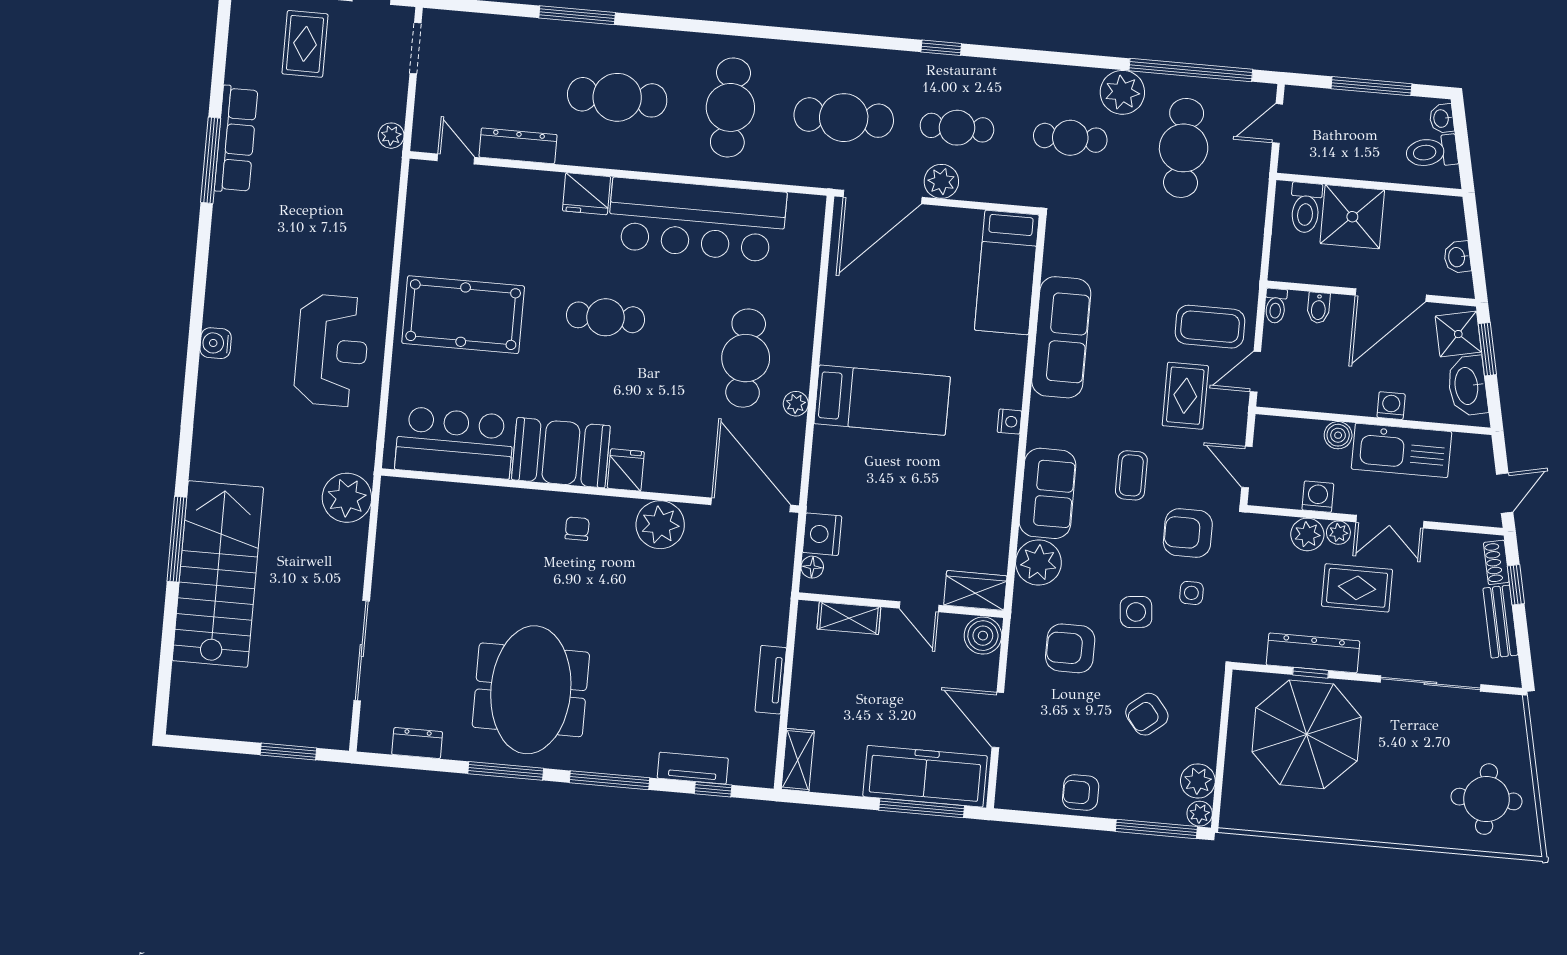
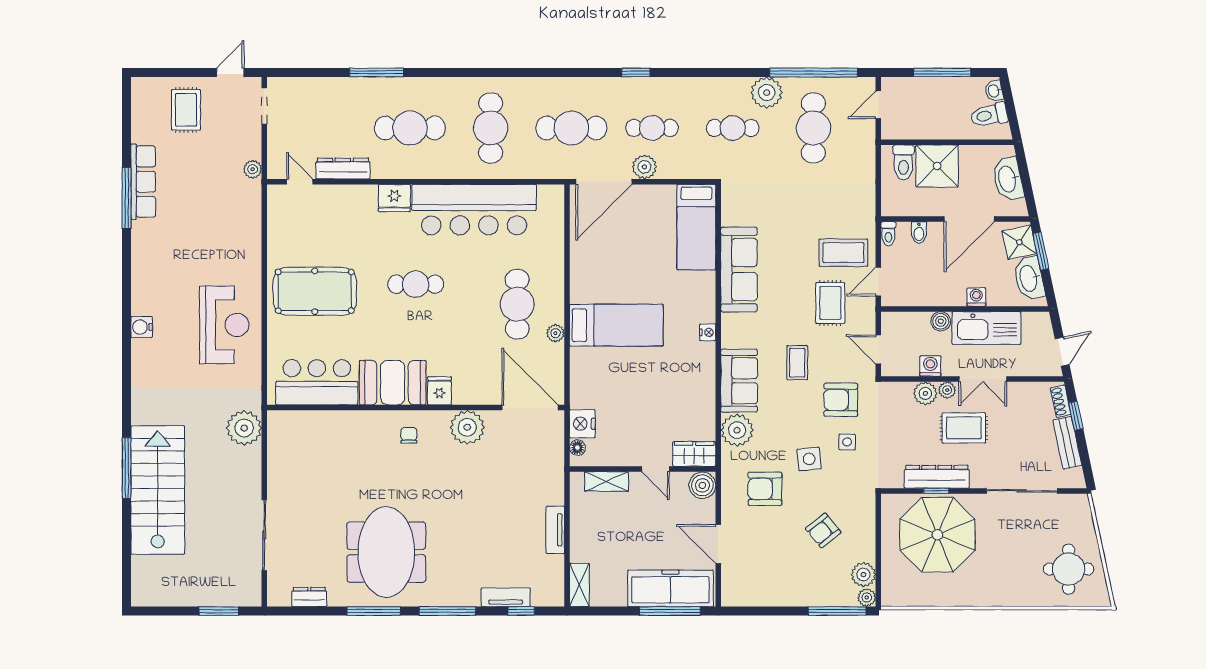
washbasin: (1457, 257) -> (1008, 179), width x1.91, depth x1.45
armchair: (1081, 792) -> (781, 590), removed

